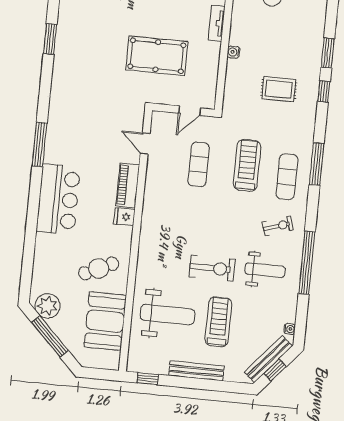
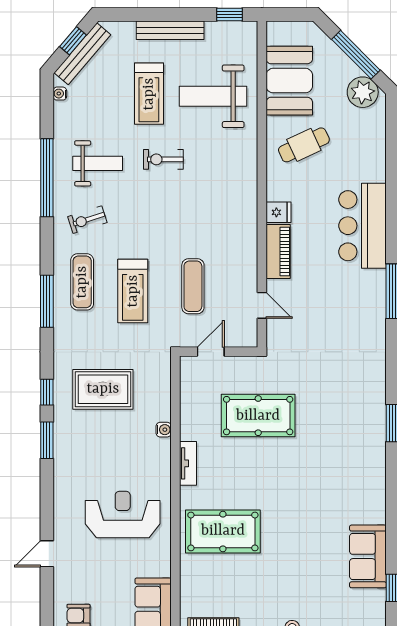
rug: (279, 89) -> (103, 389), width x1.36, depth x1.43
exercise bike: (212, 268) -> (163, 159), width x0.73, depth x0.72
weight bench: (265, 270) -> (98, 163), turned 180

